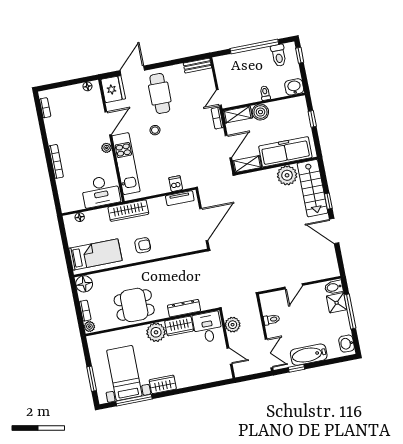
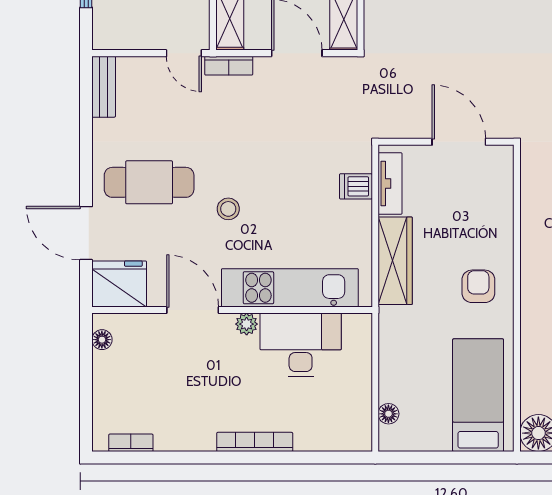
desk: (101, 191) -> (301, 345), moved, turned -90
wardrobe: (128, 211) -> (395, 261), moved
door: (204, 225) -> (459, 142), width x0.73

